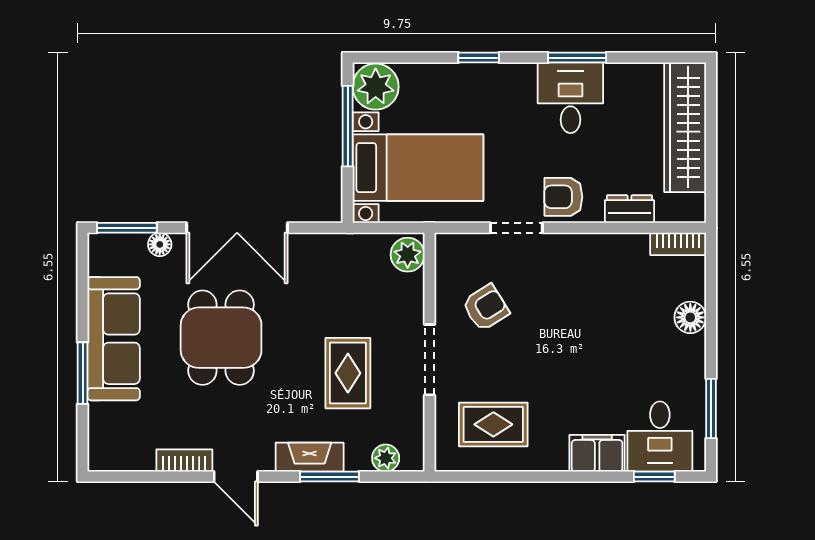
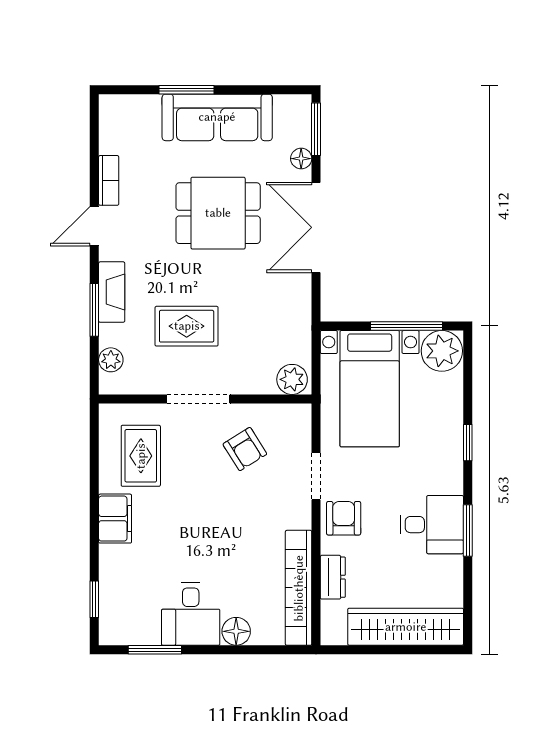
bookcase: (678, 244) -> (299, 588), width x2.31, depth x1.31
desk: (660, 436) -> (191, 614), moved, turned -90
filing cabinet: (597, 453) -> (115, 519), moved

